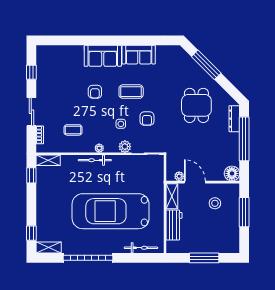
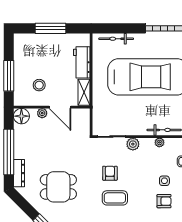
armchair: (95, 92) -> (164, 201), turned 90
coffee table: (131, 92) -> (115, 198), moved
dining table: (196, 105) -> (58, 187), turned 90
side table: (121, 124) -> (164, 181), moved
plant: (179, 176) -> (42, 113), moved

